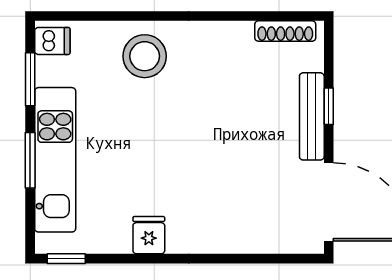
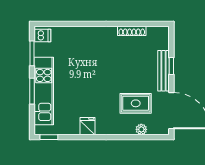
shoe rack: (285, 31) -> (132, 31), moved
stool: (145, 56) -> (86, 43), removed
rug: (252, 186) -> (136, 103), added
plant: (264, 242) -> (141, 129), added

